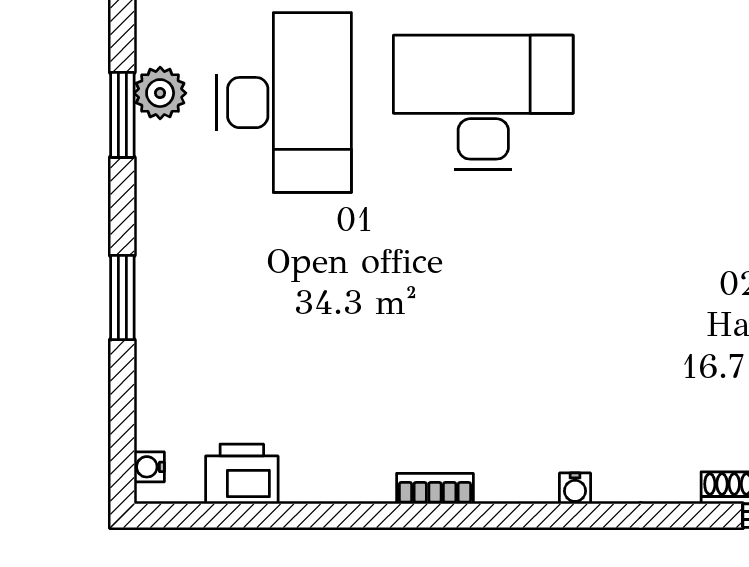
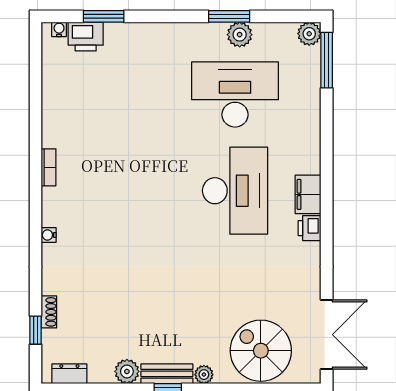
desk: (284, 103) -> (235, 95), turned 180
window: (122, 298) -> (104, 16), moved
printer: (242, 474) -> (86, 37), moved, turned 90

